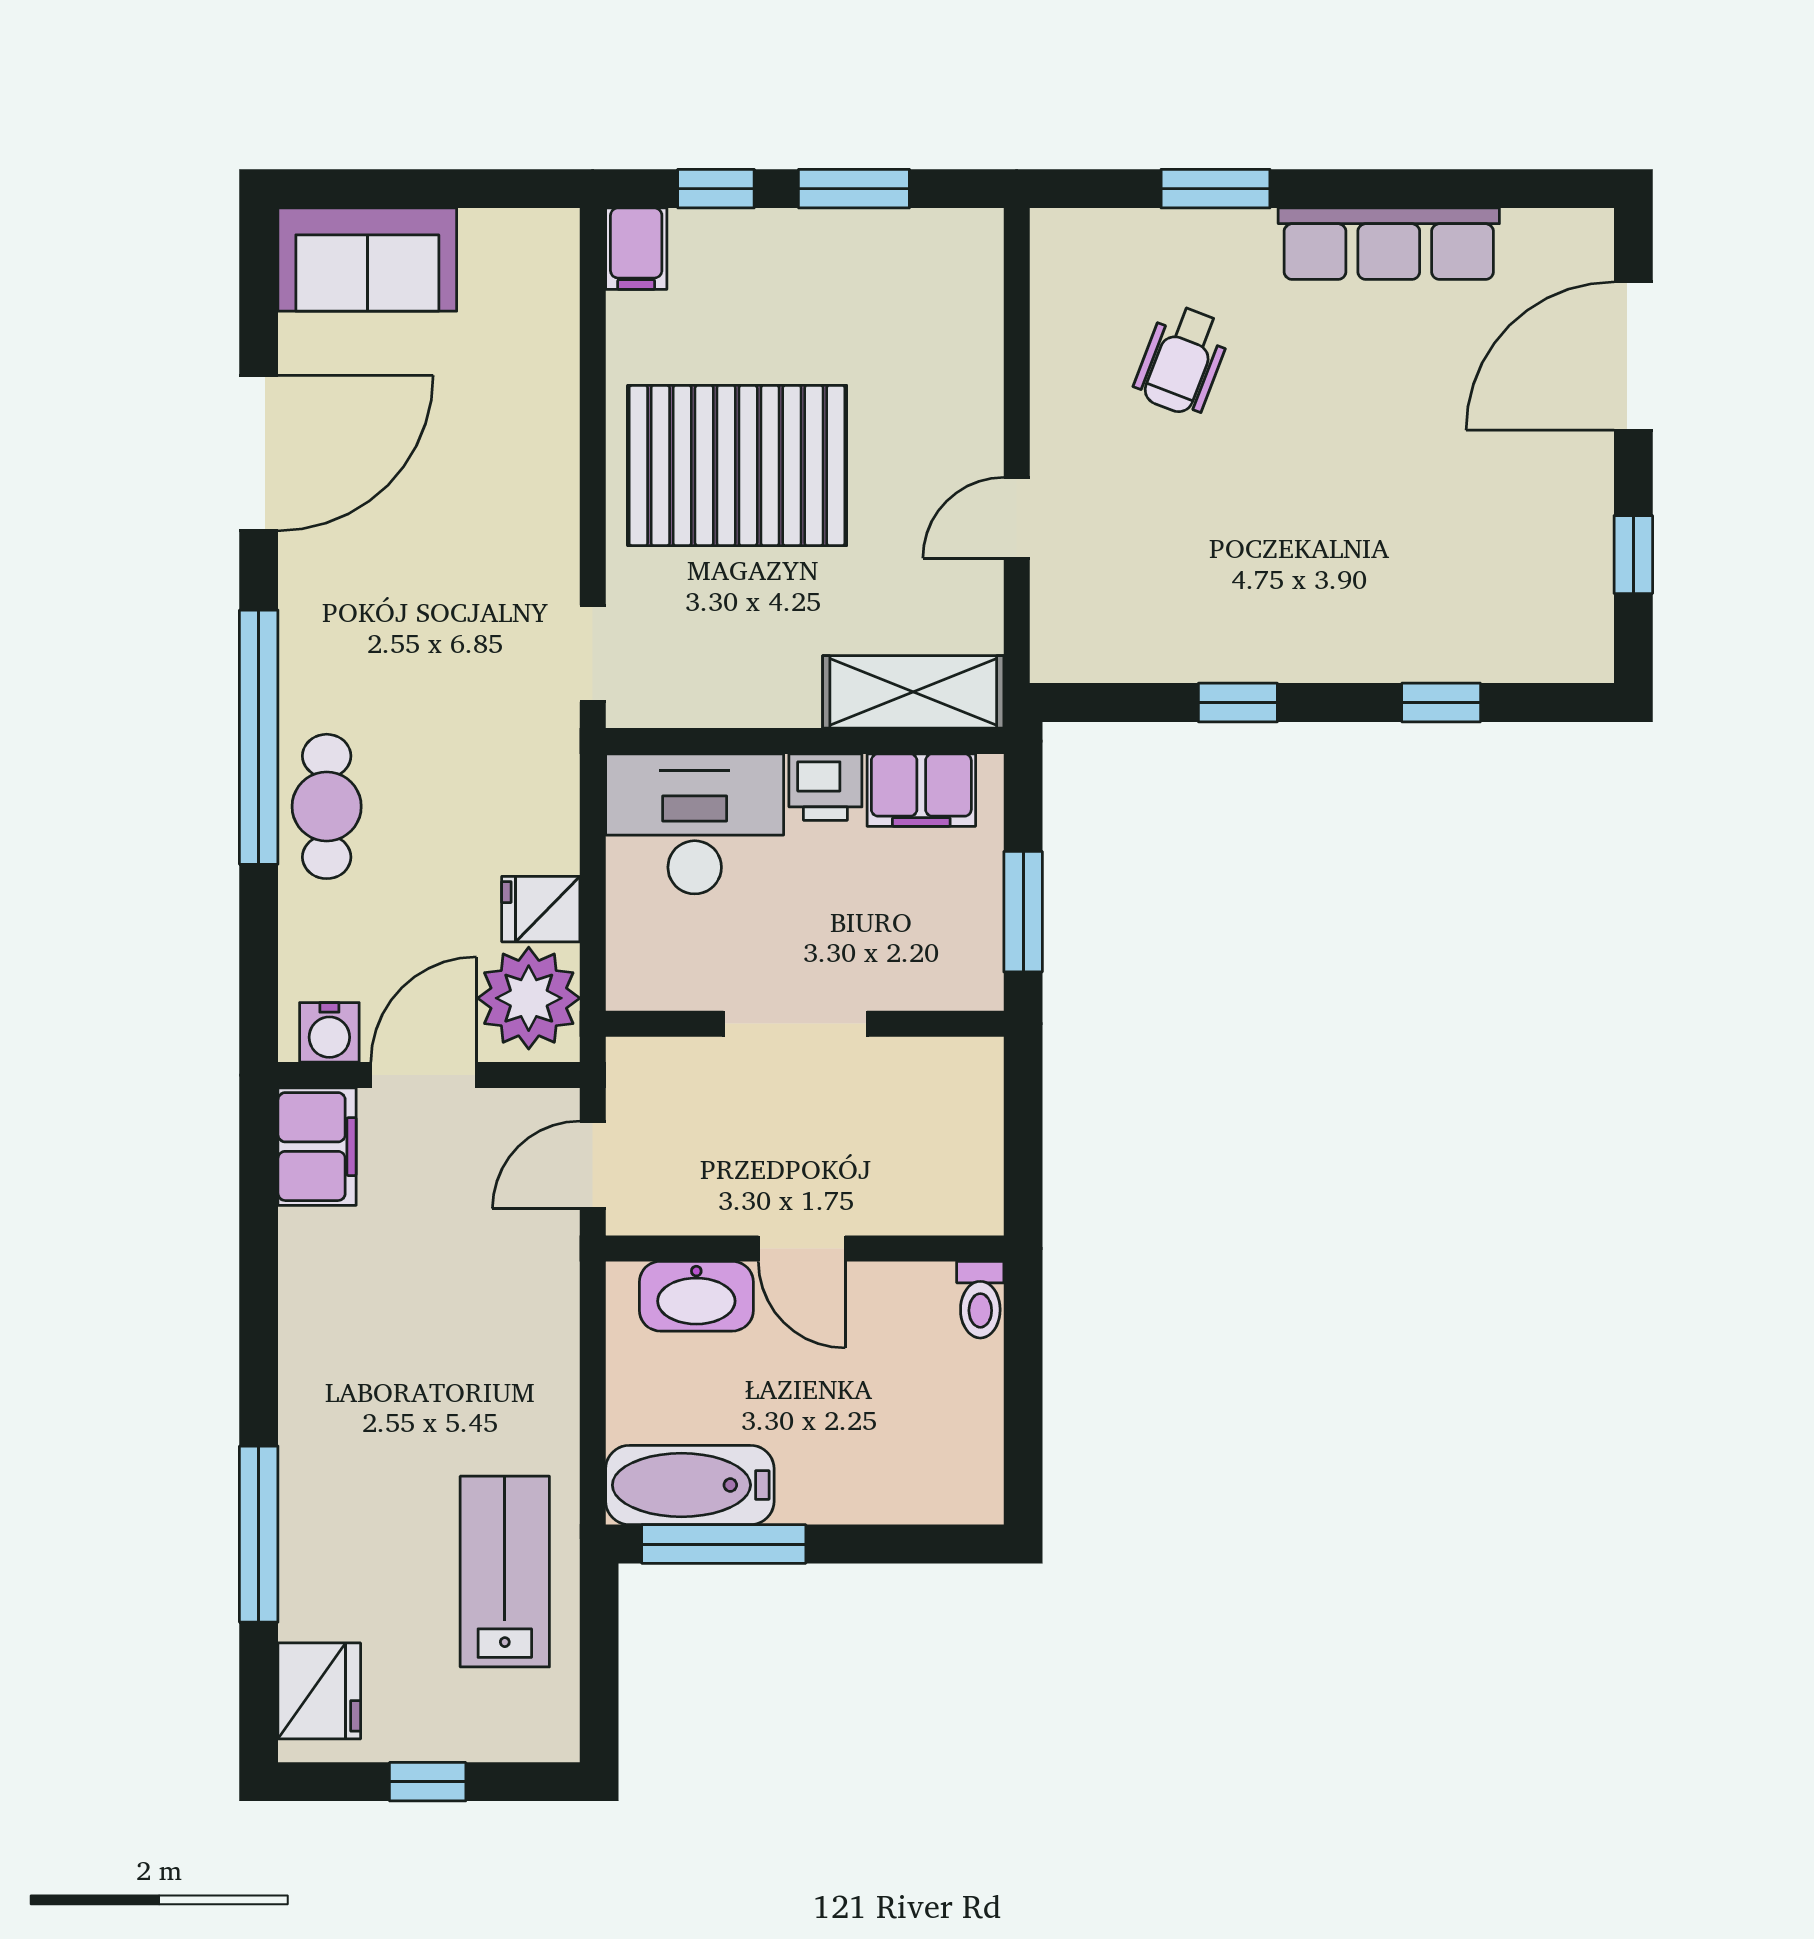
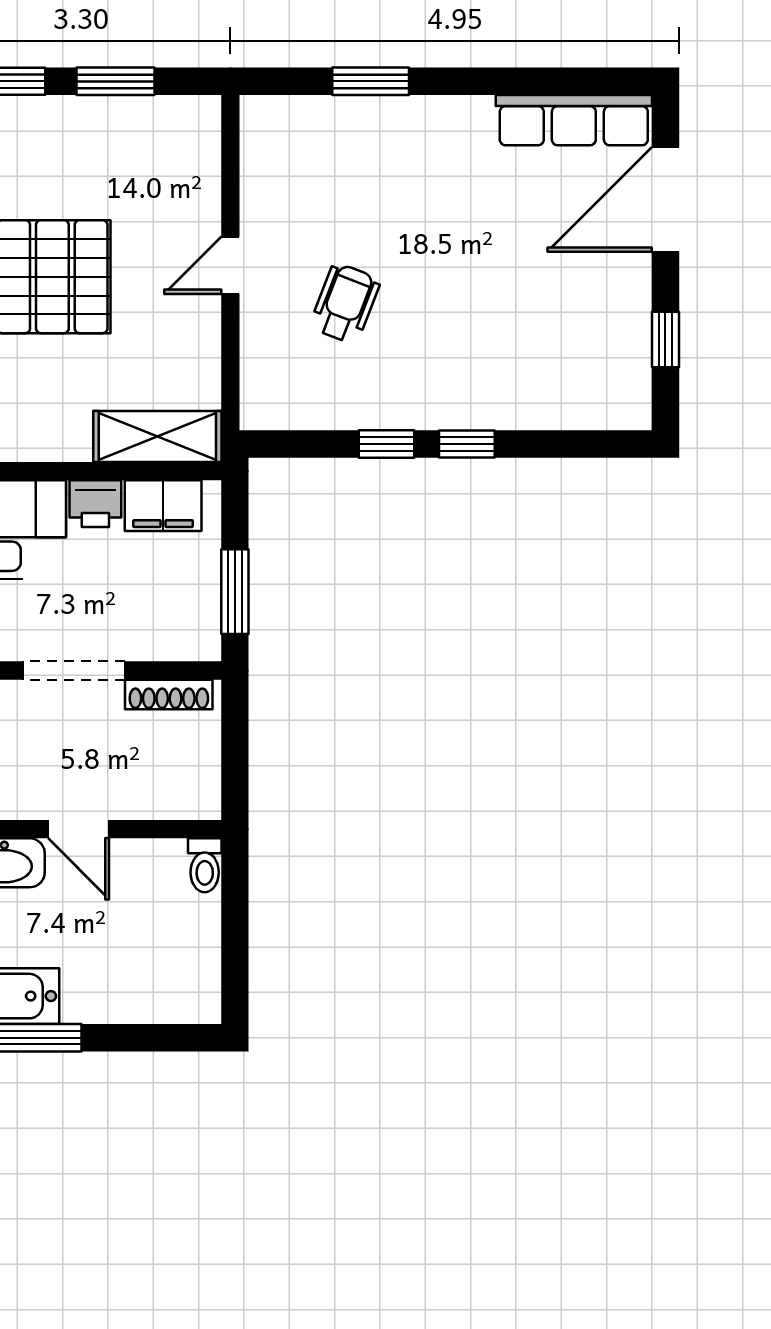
row of seats: (1389, 244) -> (574, 120), moved
wheelchair: (1182, 360) -> (345, 303), moved, turned 180
door: (1017, 518) -> (230, 265), moved
window: (1441, 703) -> (467, 444), moved
shoe rack: (930, 1058) -> (169, 694), added

